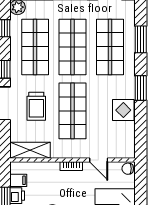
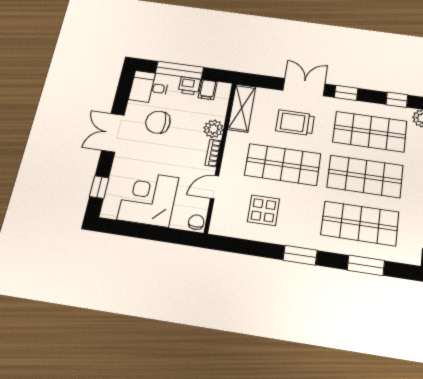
display table: (123, 110) -> (263, 210), moved
plant: (51, 169) -> (213, 129), added

